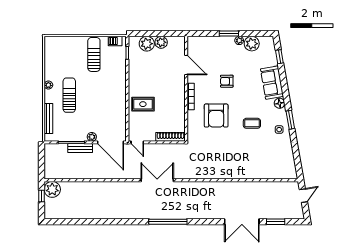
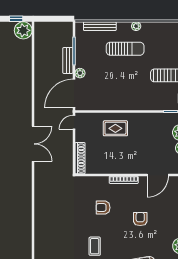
rug: (143, 104) -> (115, 128), turned 90
armchair: (216, 116) -> (103, 208), width x0.53, depth x0.53

